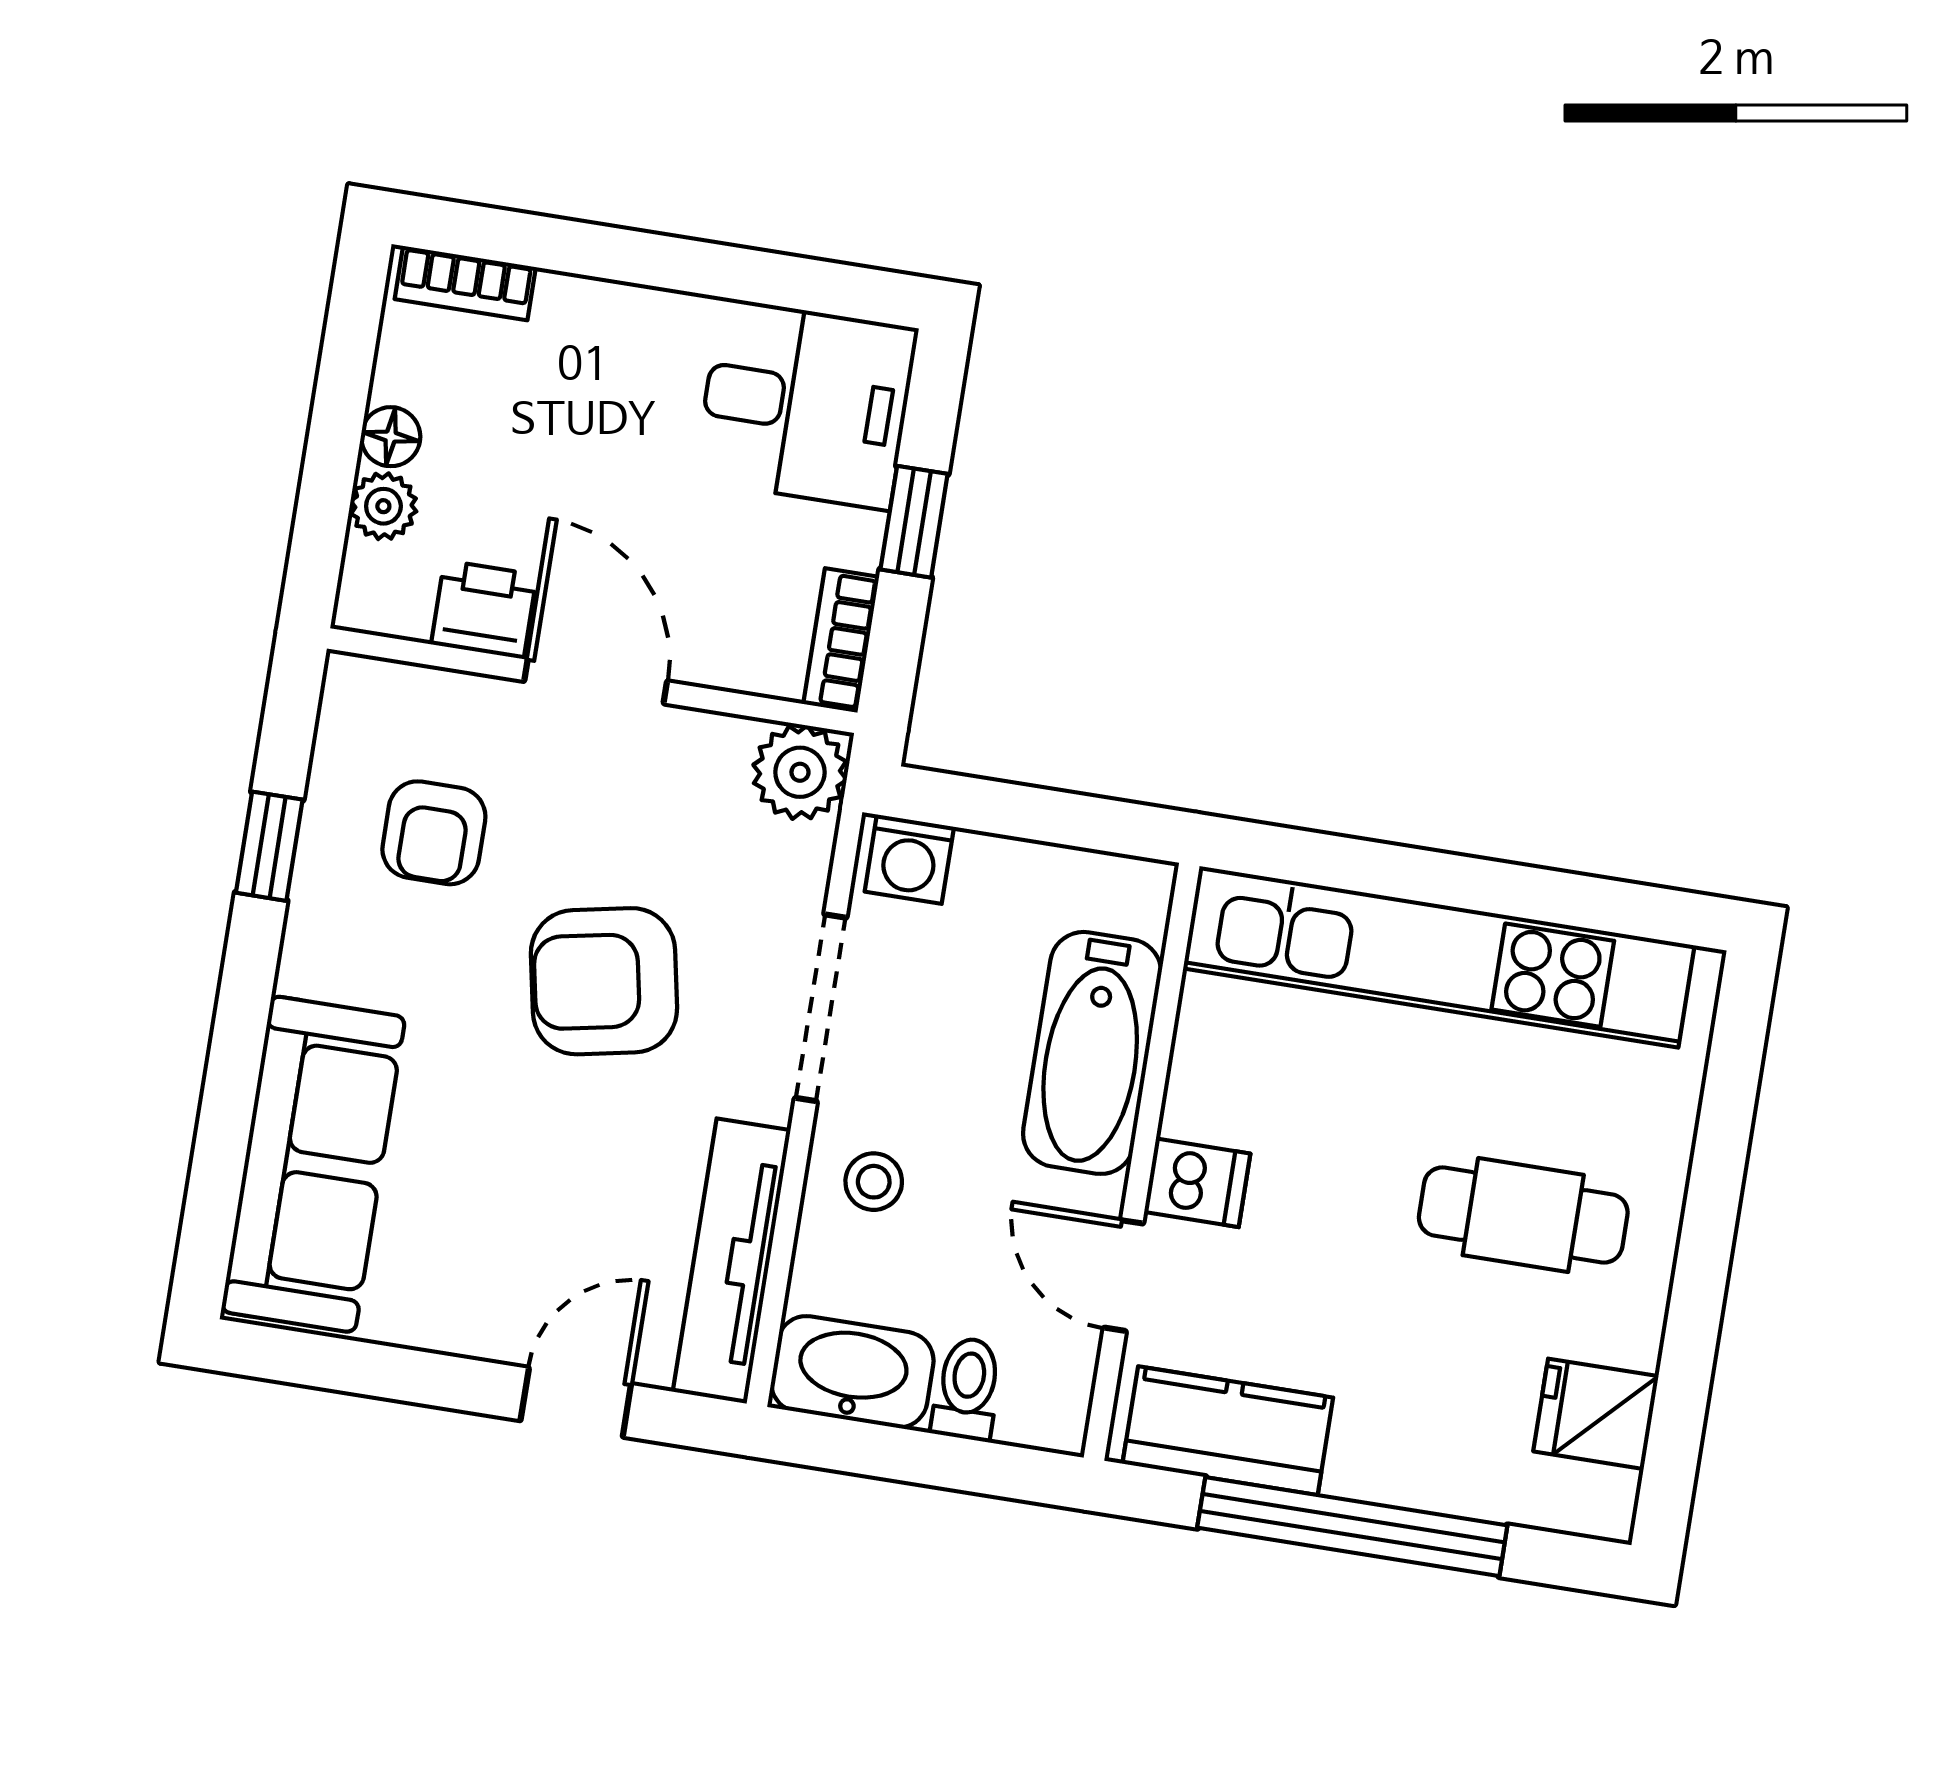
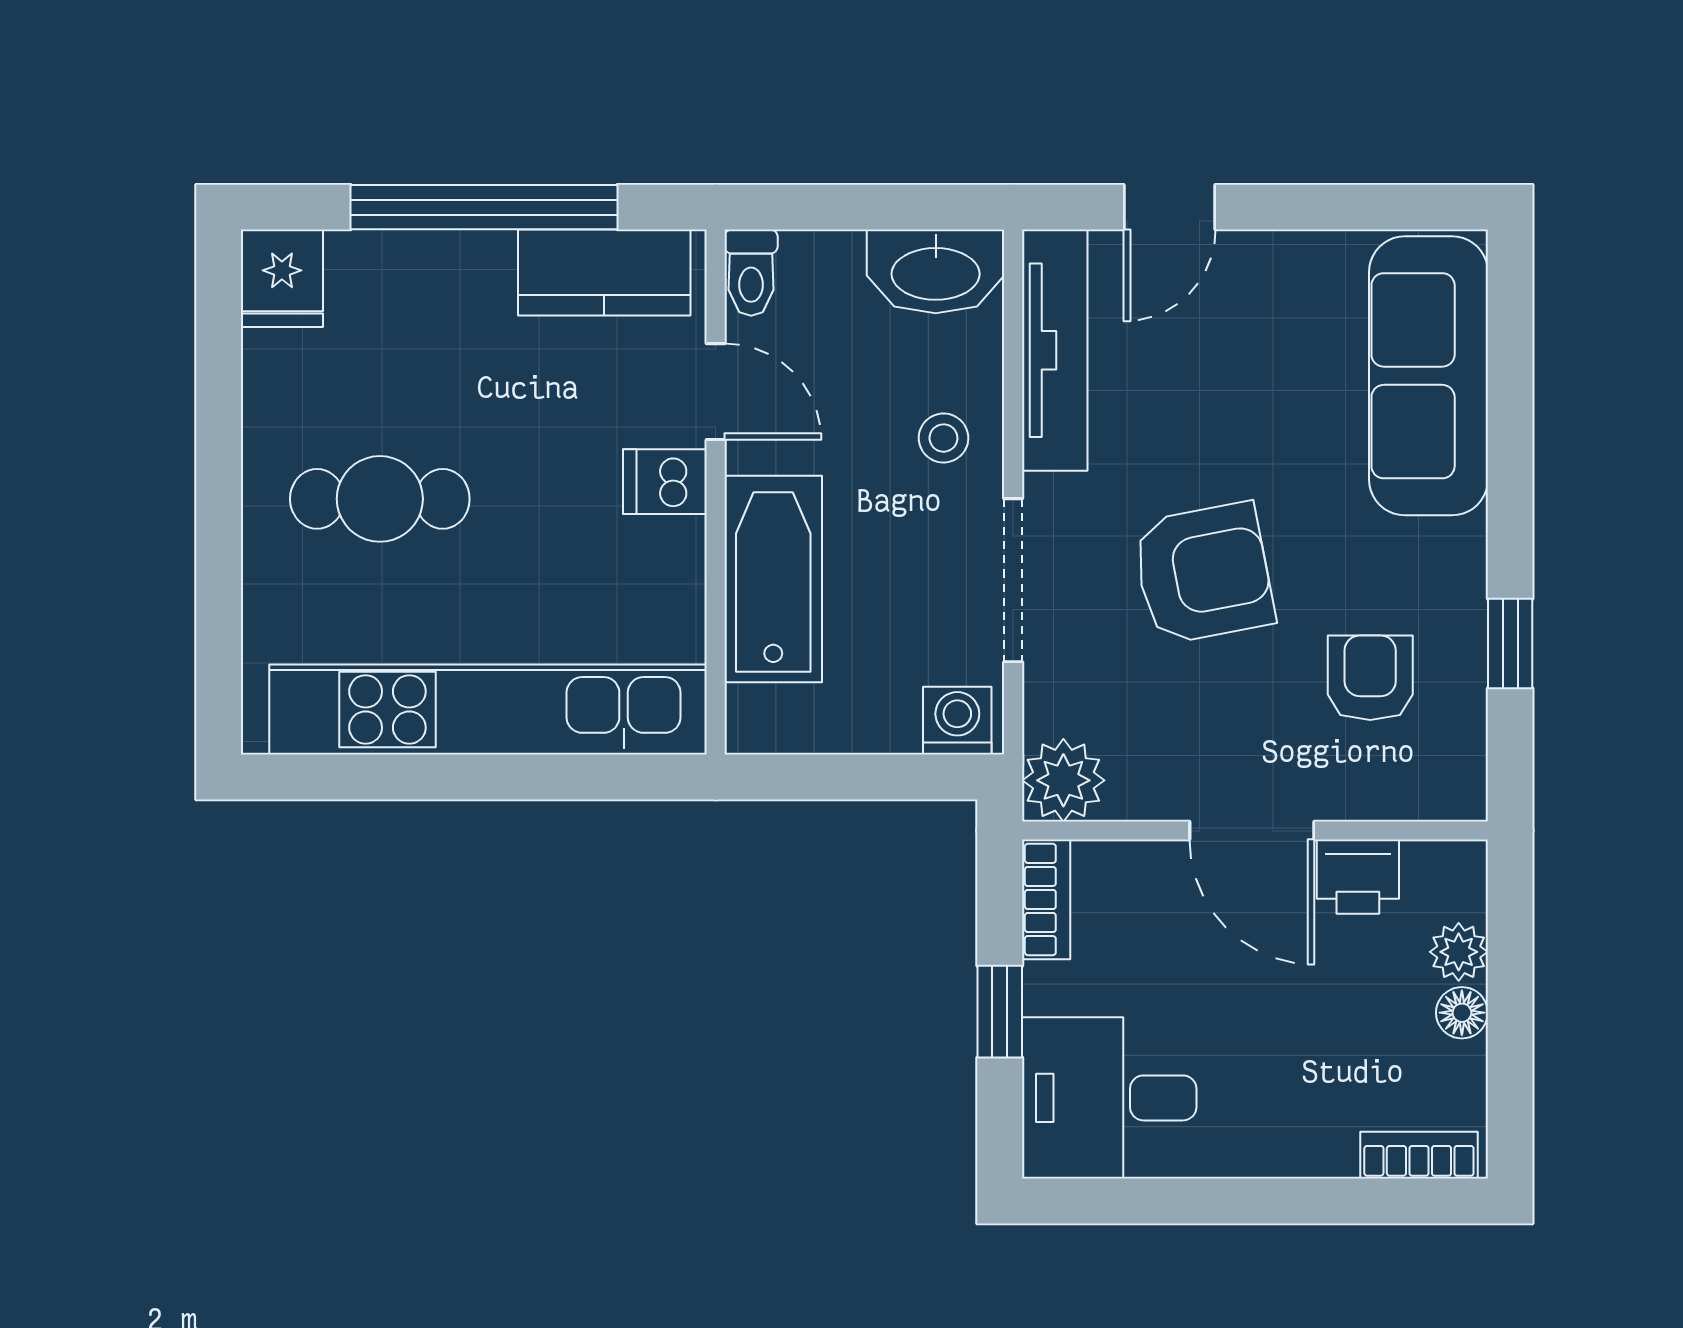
toilet: (967, 1389) -> (751, 273), moved
fridge: (1596, 1414) -> (282, 278), moved, turned 90

